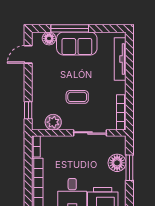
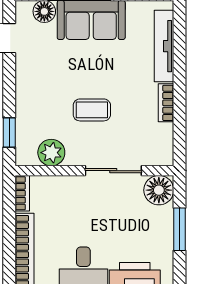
bookcase: (121, 112) -> (166, 103), moved, width x0.64
floor lamp: (117, 163) -> (159, 190), moved

